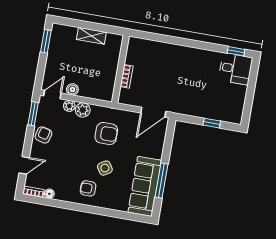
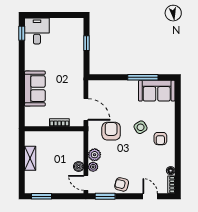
sofa: (170, 55) -> (35, 89), added
door: (153, 112) -> (86, 109), moved
sofa: (145, 186) -> (157, 91), width x0.73

